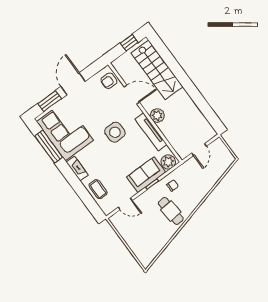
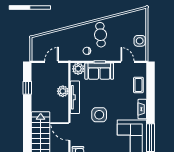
window: (204, 107) -> (27, 88), added
plant: (157, 115) -> (63, 91), moved
side table: (128, 233) -> (140, 41), added

